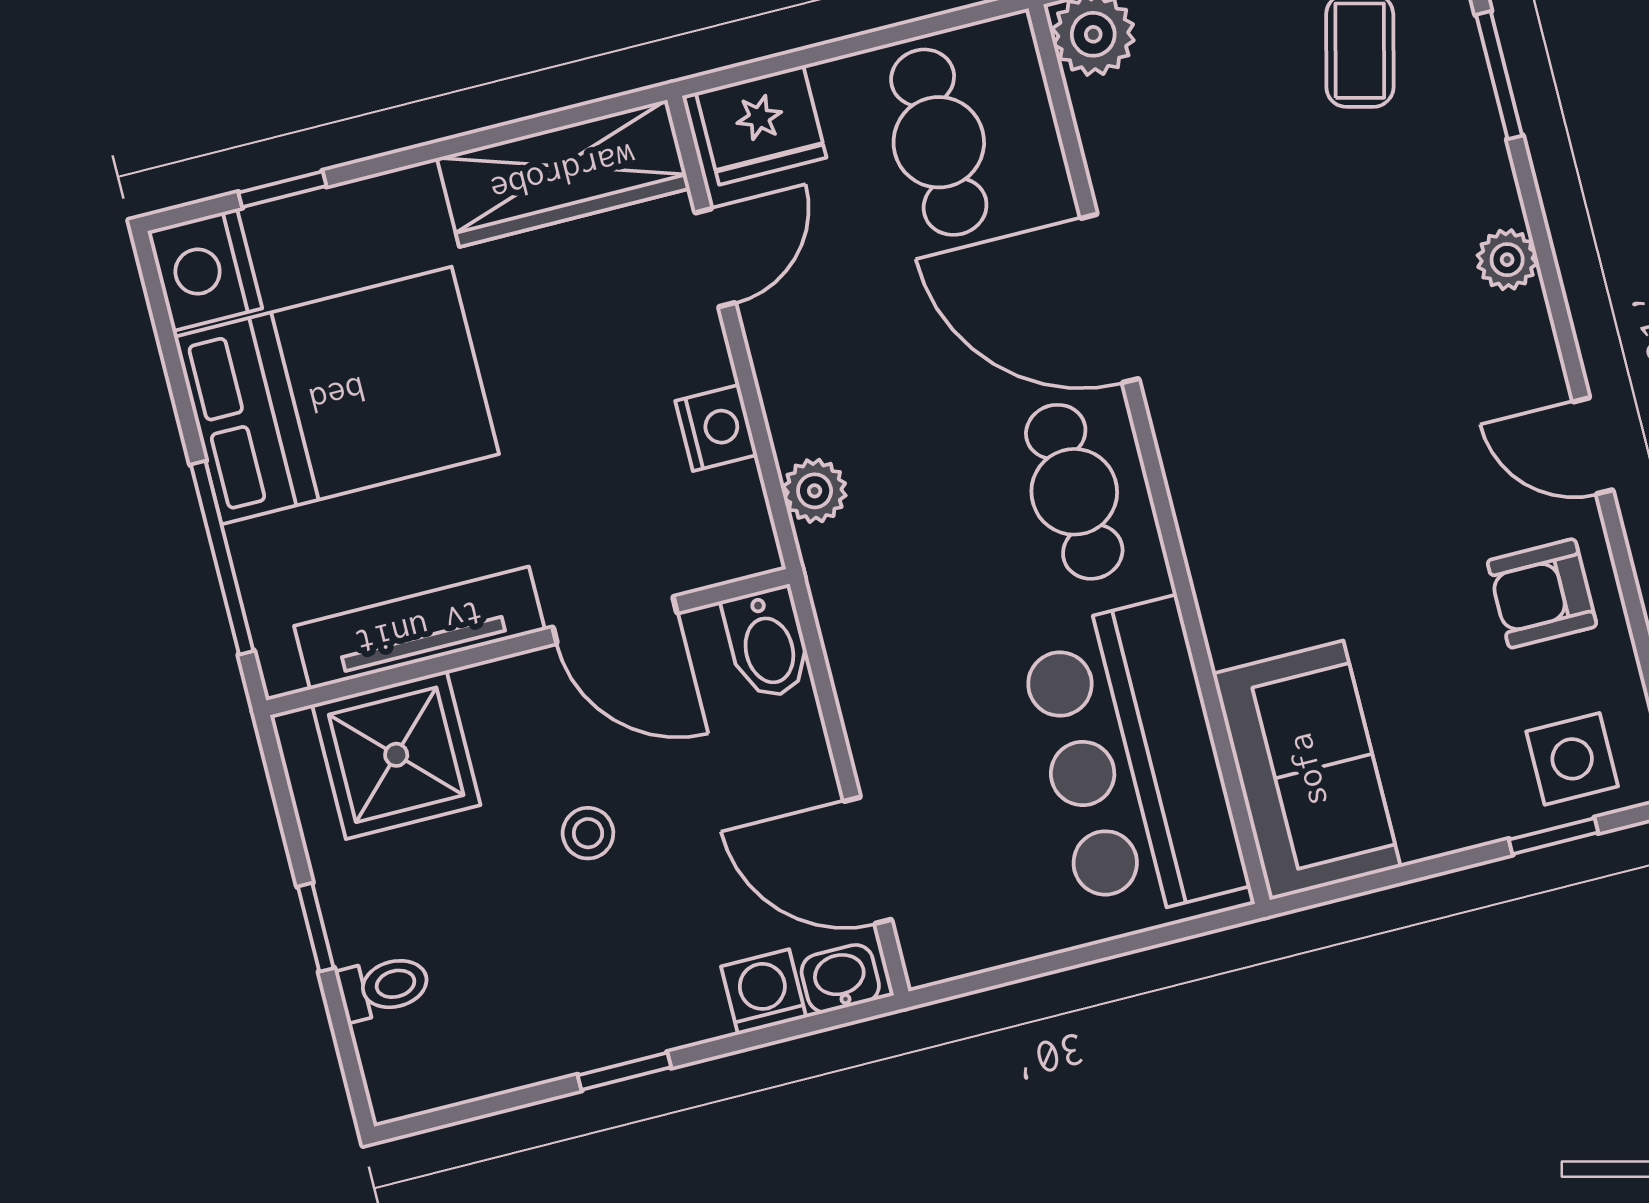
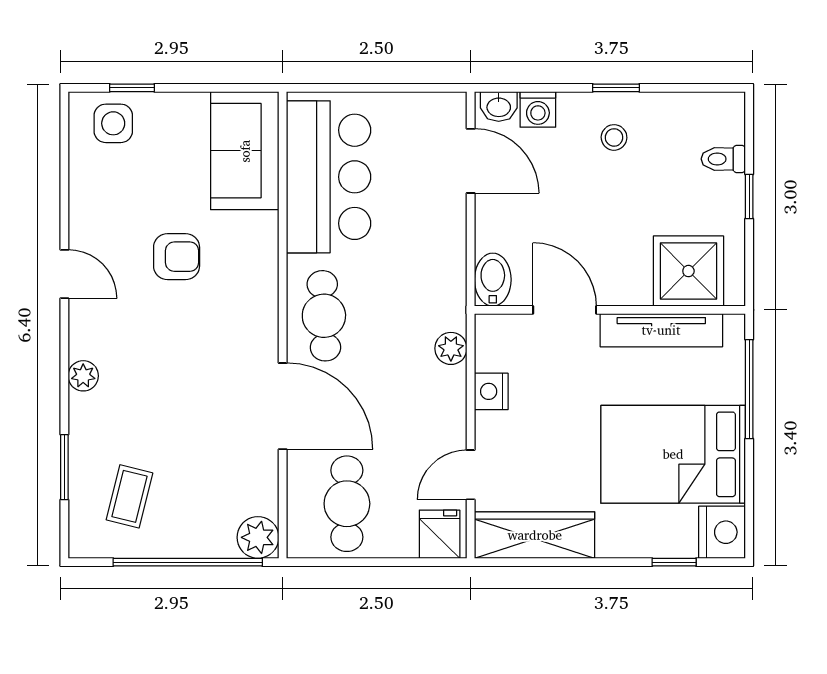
fridge: (761, 125) -> (440, 534), width x0.72
armchair: (1542, 593) -> (177, 257), moved
stool: (588, 833) -> (614, 137), moved

